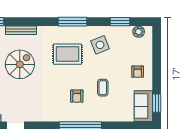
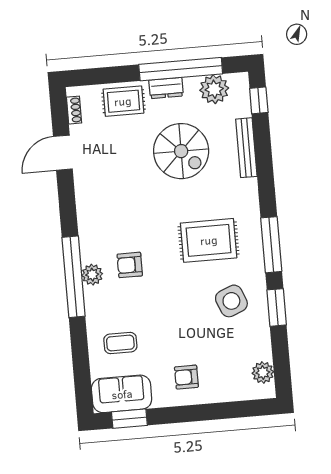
window: (120, 22) -> (277, 307), moved
rug: (68, 54) -> (209, 240), turned 90
coffee table: (103, 88) -> (120, 343), moved
plant: (80, 116) -> (92, 275), added

